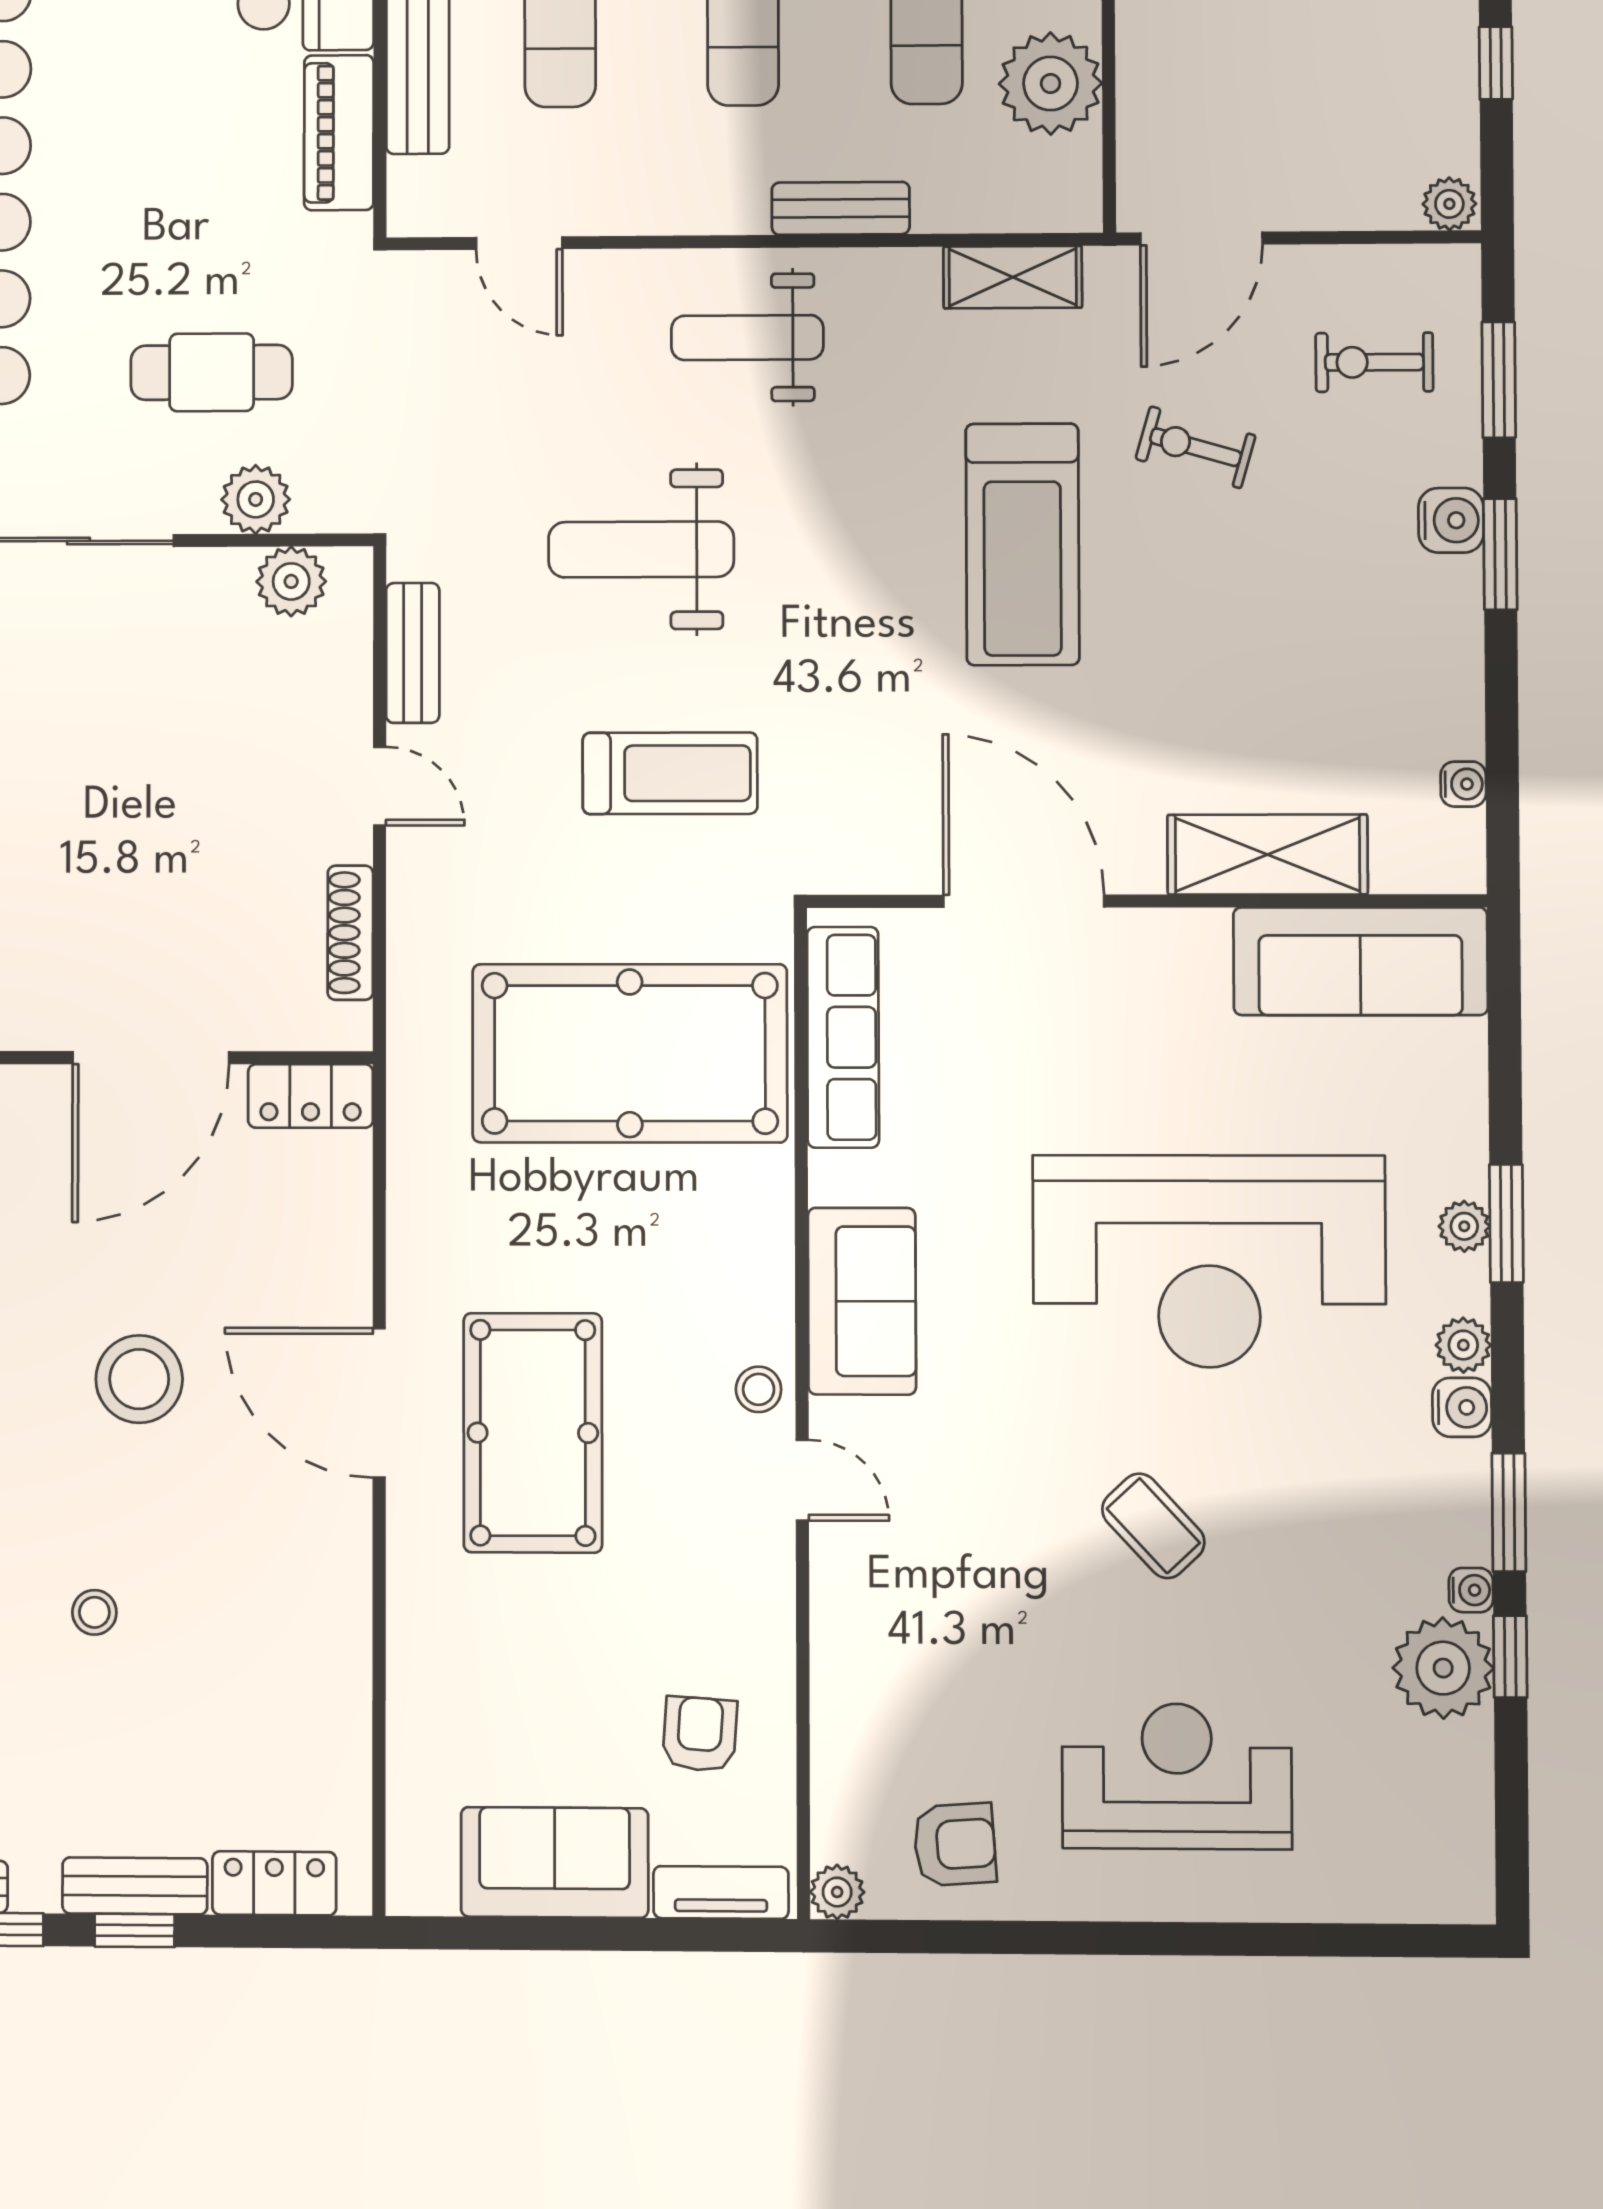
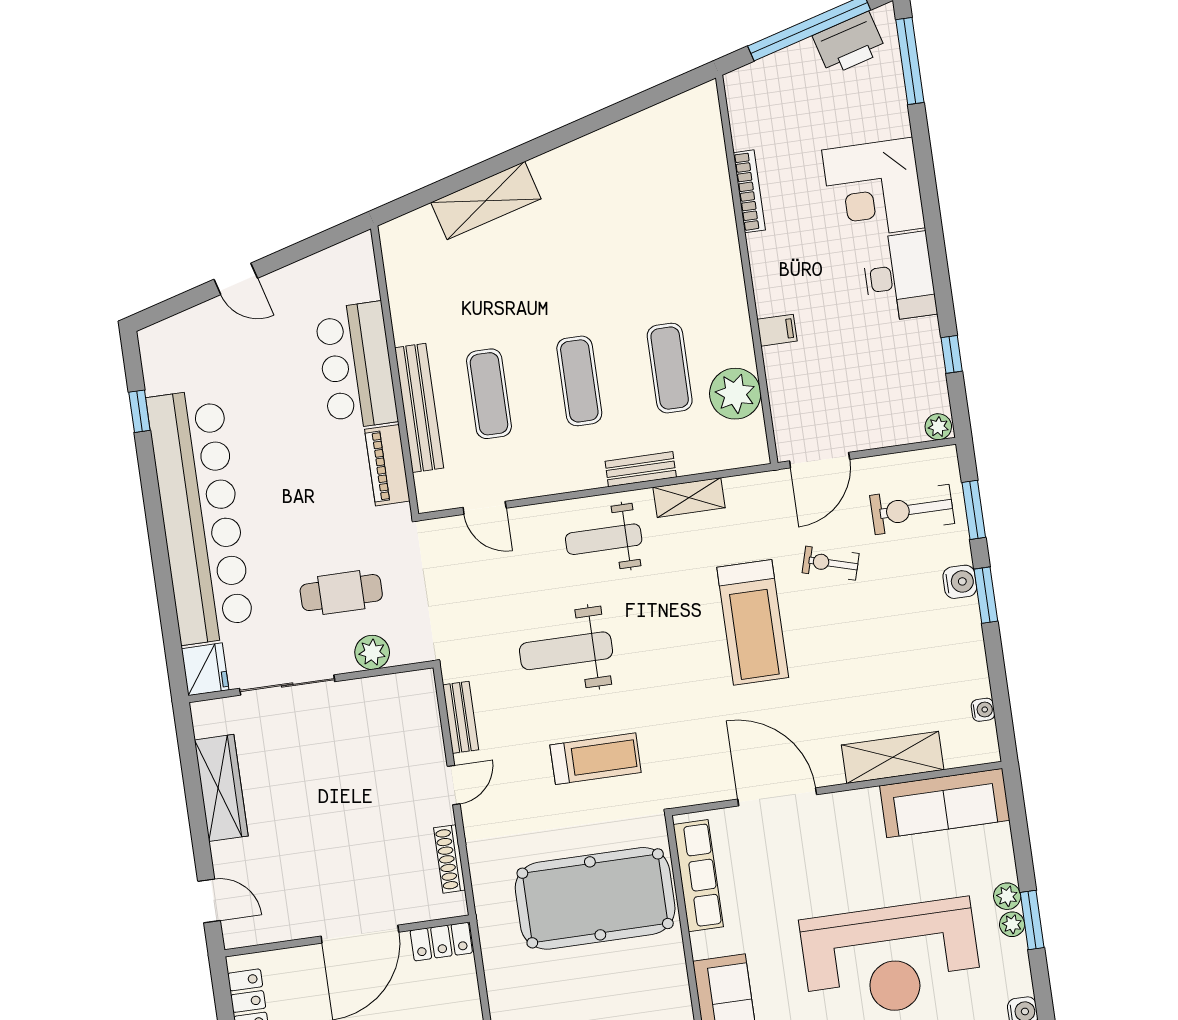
shelving: (1013, 277) -> (689, 498), moved
exercise bike: (1374, 362) -> (912, 509), width x1.38, depth x1.39
plant: (291, 581) -> (396, 690), removed
door: (380, 786) -> (454, 785), hinge flipped
plant: (1463, 1345) -> (1007, 896), moved

